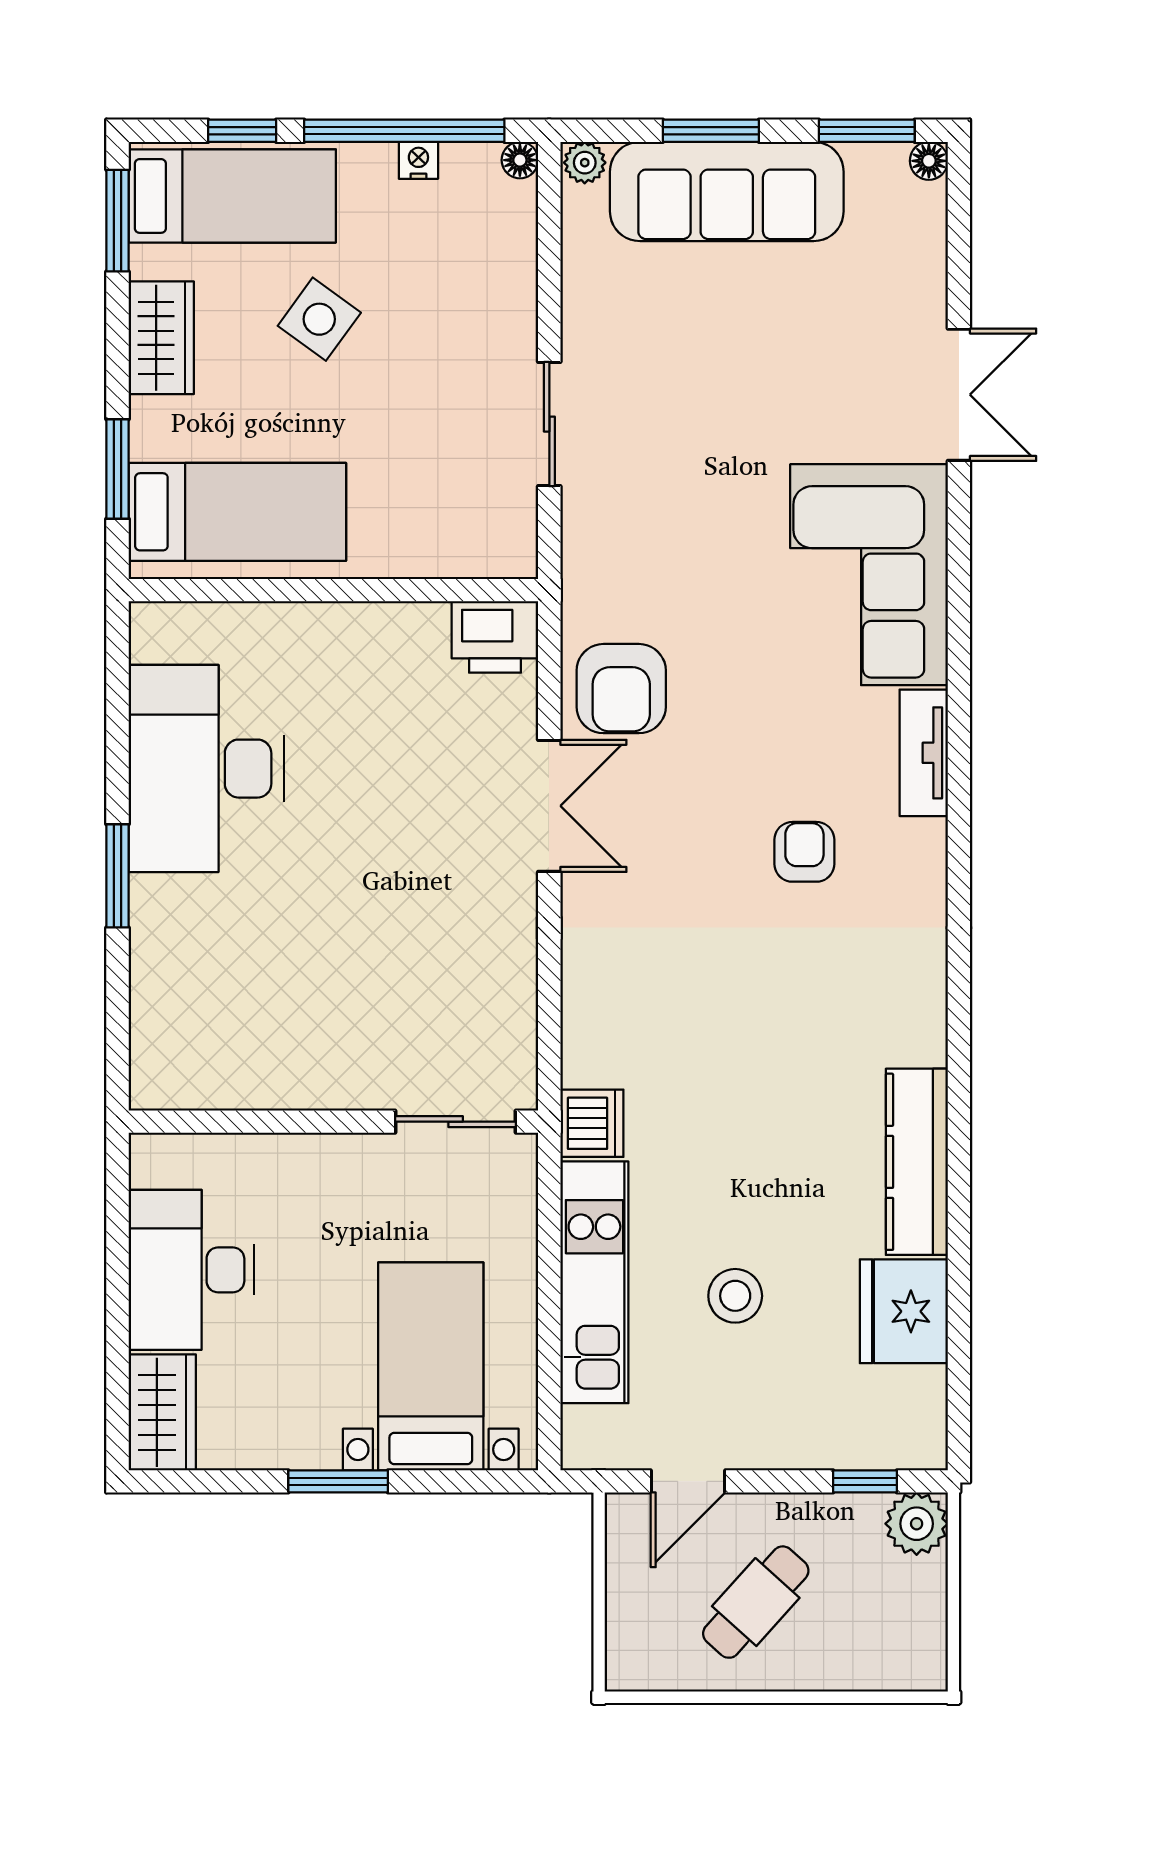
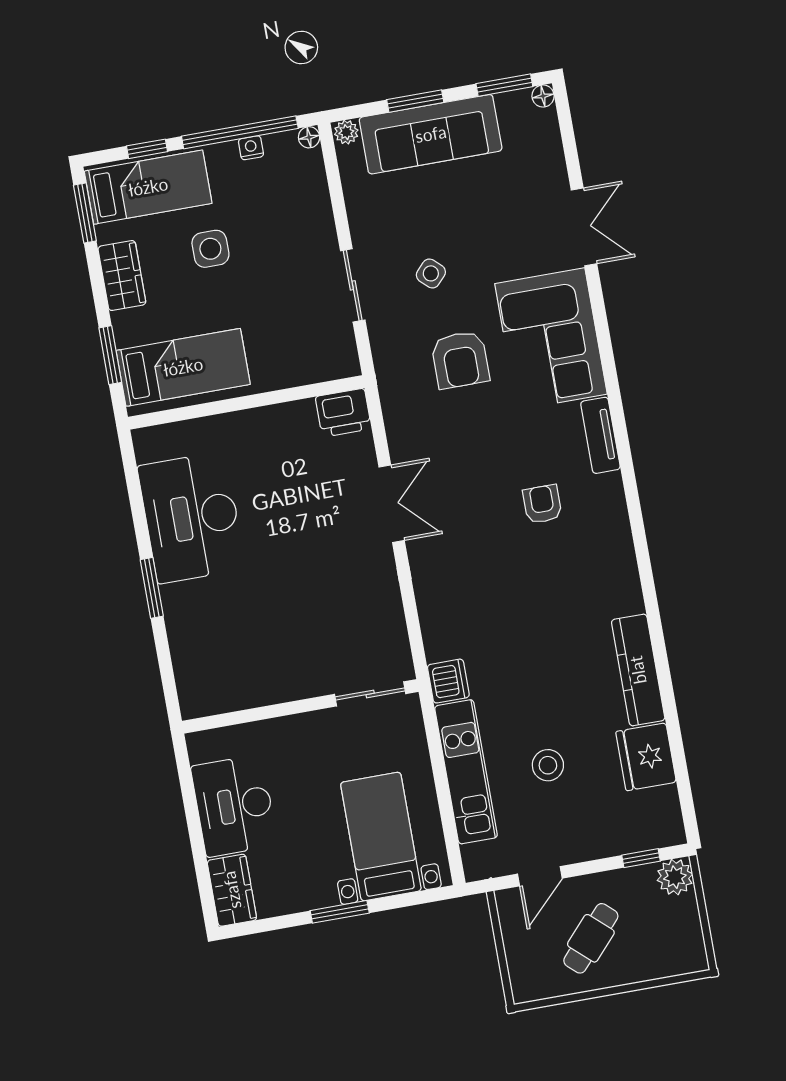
side table: (319, 319) -> (210, 249), turned -36
side table: (685, 428) -> (431, 273), added
armchair: (621, 689) -> (460, 360), moved

